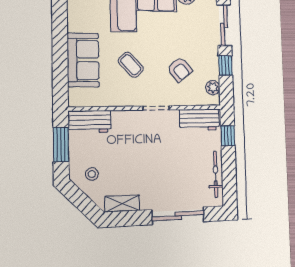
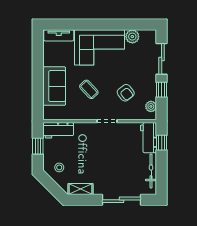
workbench: (199, 120) -> (149, 138), moved, turned 90
window: (61, 145) -> (38, 146), width x0.67

